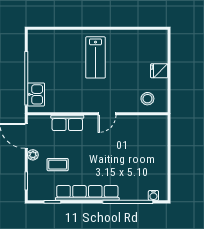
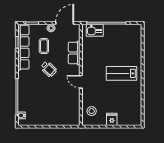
wheelchair: (89, 158) -> (49, 69), added
row of seats: (87, 193) -> (23, 47), moved

